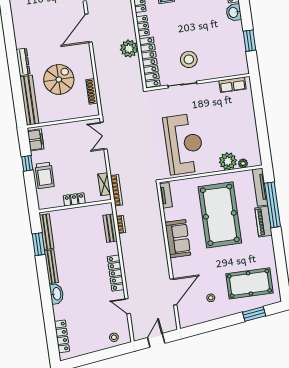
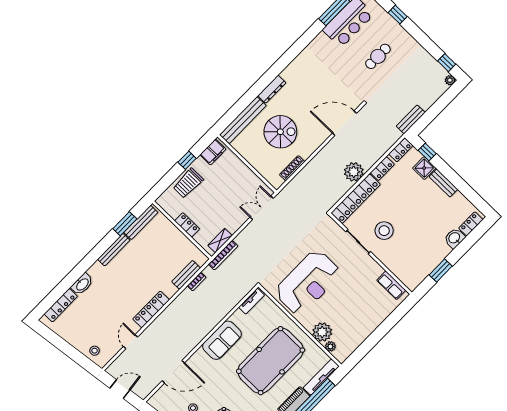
washbasin: (57, 294) -> (82, 284), moved

